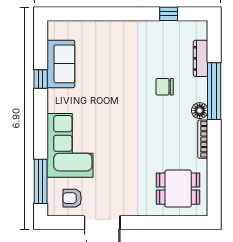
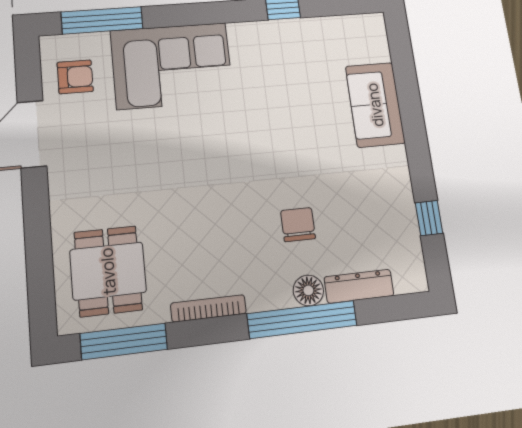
sofa: (61, 64) -> (375, 105), moved, turned 90
floor lamp: (200, 111) -> (308, 290), moved
window: (214, 183) -> (124, 341), added
armchair: (72, 198) -> (75, 77), turned 90

